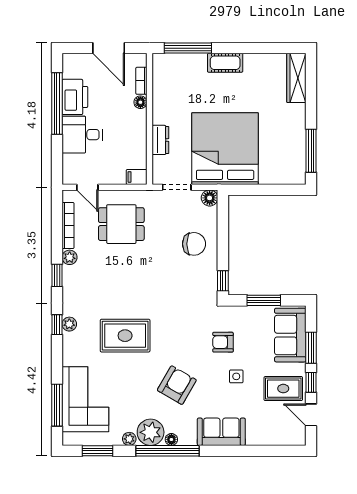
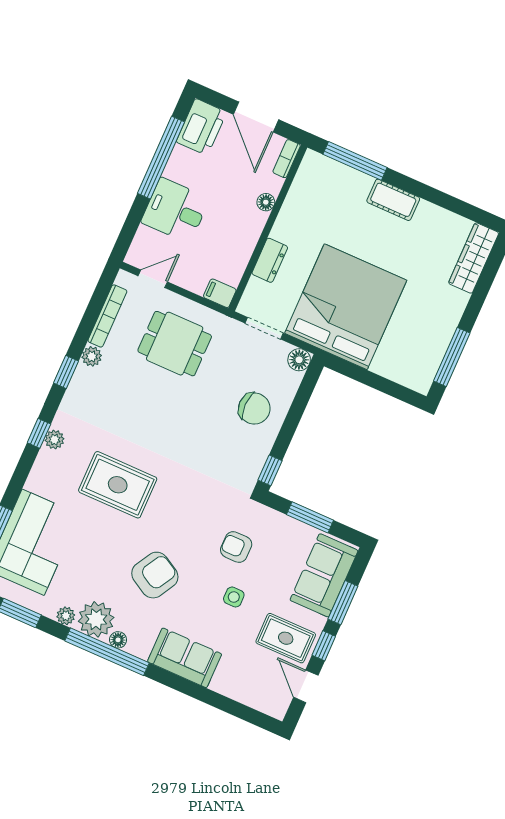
bookcase: (141, 81) -> (287, 159), moved
printer: (75, 97) -> (201, 127), moved
door: (87, 187) -> (153, 279), swing flipped

